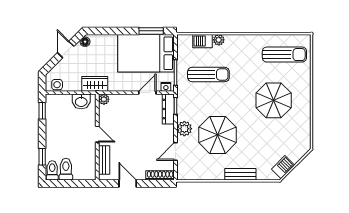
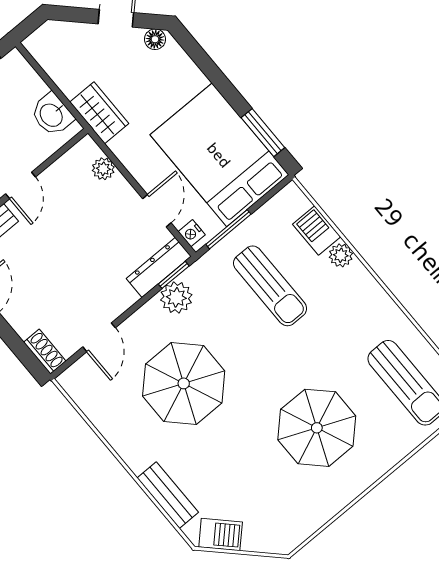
side table: (57, 85) -> (46, 52), removed
door: (147, 93) -> (157, 211), hinge flipped
plant: (104, 99) -> (103, 169), moved
plant: (184, 129) -> (176, 297), moved
door: (175, 151) -> (99, 337), swing flipped
bench: (240, 174) -> (168, 495), moved
shoe rack: (160, 175) -> (45, 352), width x0.70

